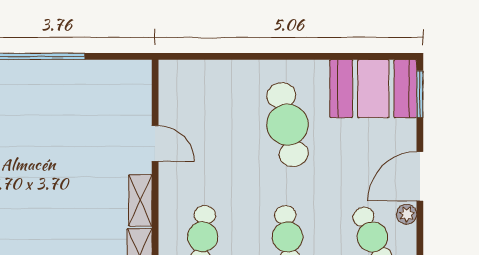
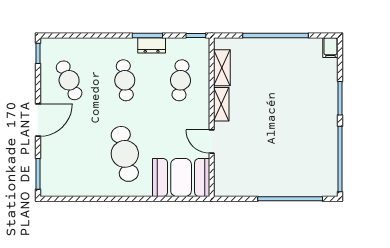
booth: (373, 89) -> (181, 178), moved
plant: (407, 214) -> (47, 95), removed

